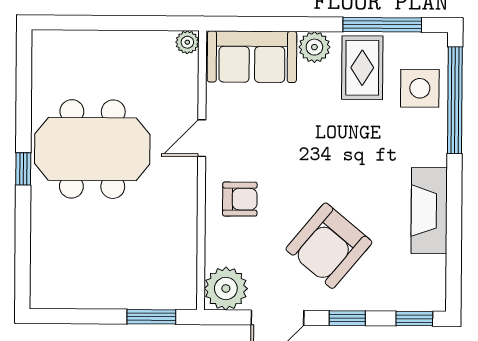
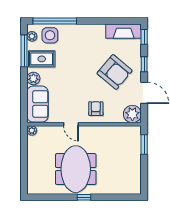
plant: (418, 44) -> (32, 36), added
fireplace: (429, 211) -> (124, 31), moved

